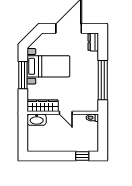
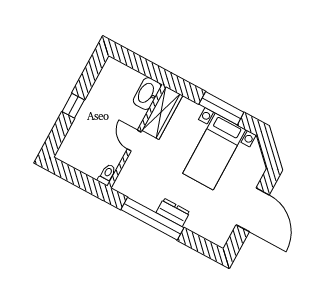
dresser: (93, 42) -> (173, 212), moved
door: (66, 113) -> (134, 141), hinge flipped
window: (82, 156) -> (73, 106), moved

